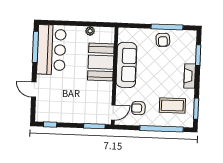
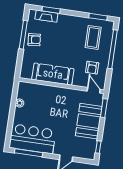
booth: (101, 62) -> (89, 121), moved, turned 90
fireplace: (190, 76) -> (46, 16), moved

